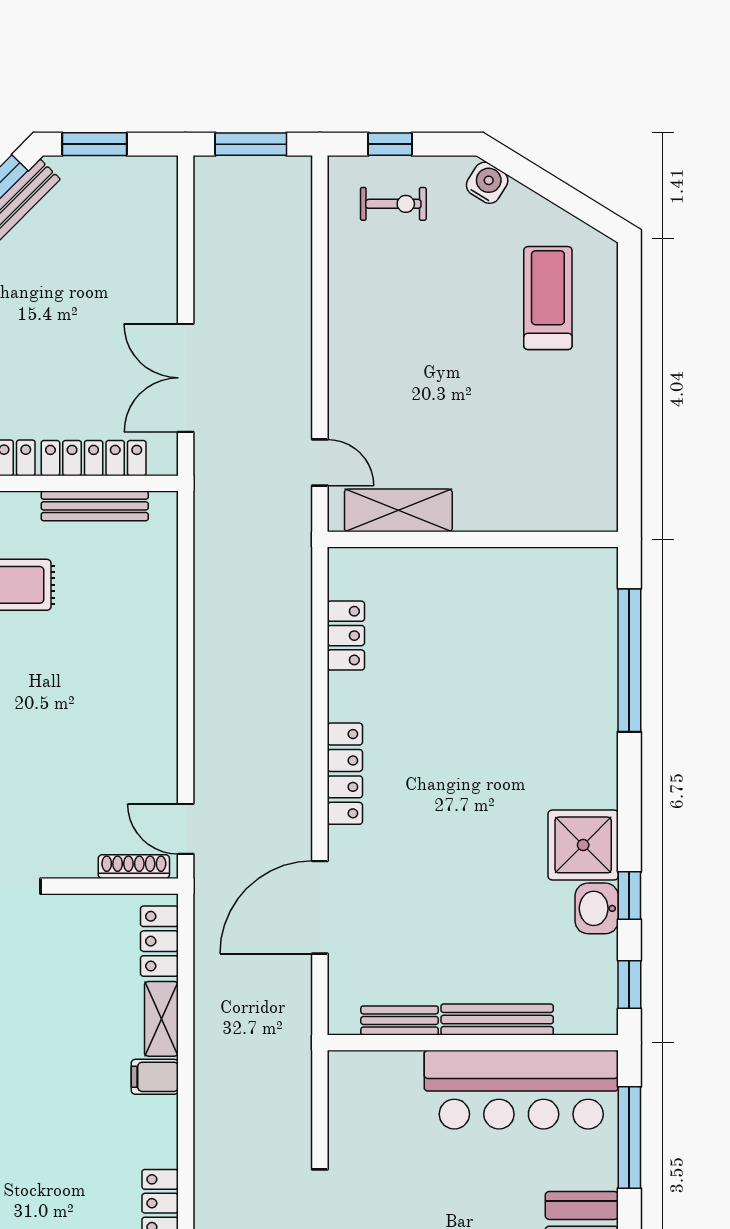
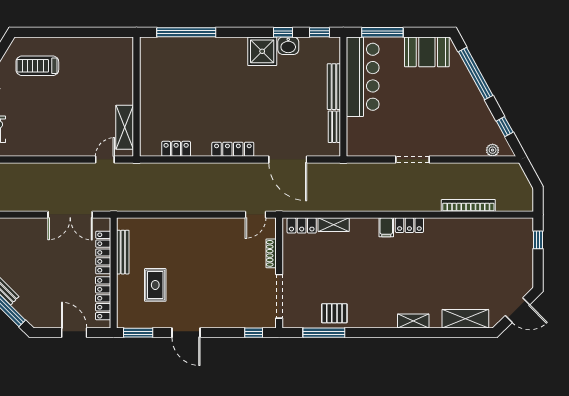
shoe rack: (134, 867) -> (271, 253), moved
filing cabinet: (155, 1077) -> (386, 227), moved

